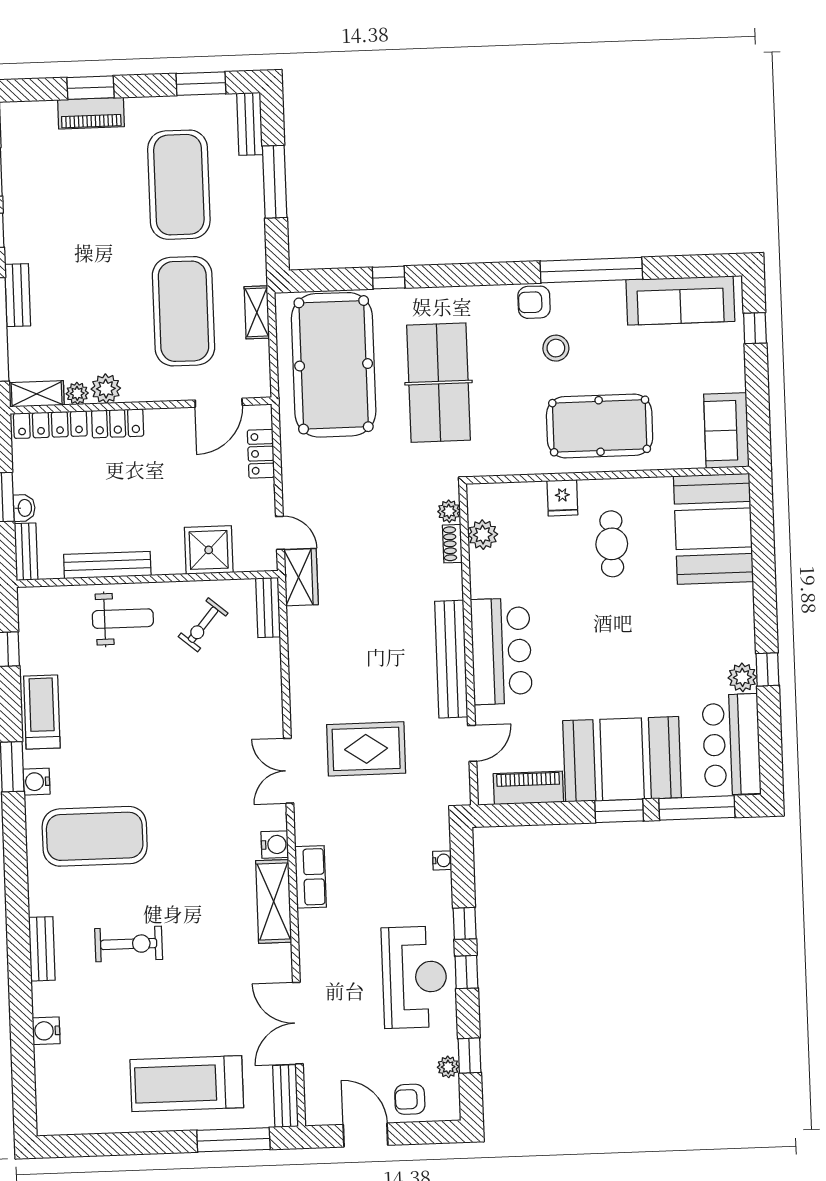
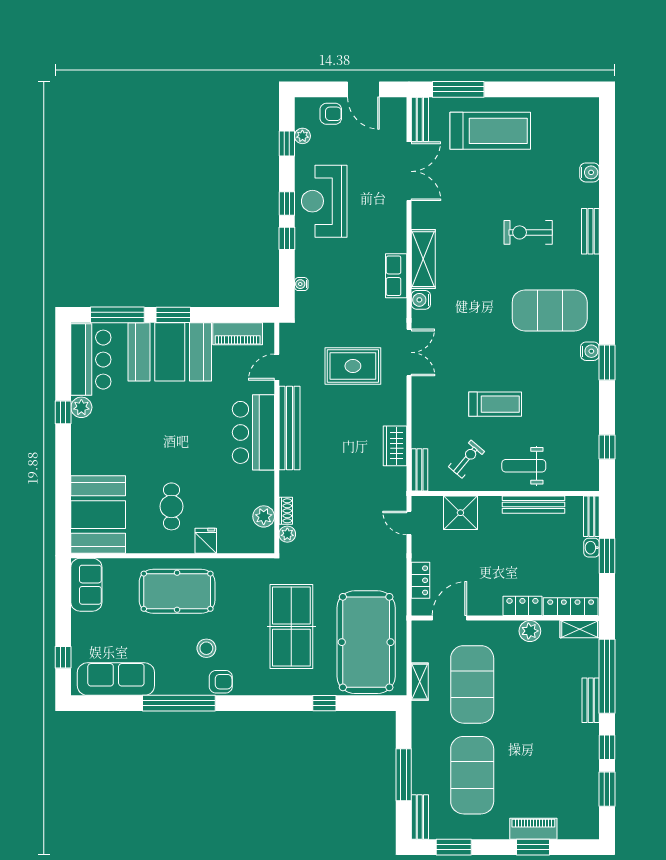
plant: (77, 393) -> (551, 628), removed
wardrobe: (301, 577) -> (395, 446), moved
treadmill: (42, 712) -> (495, 404), moved, turned -90

